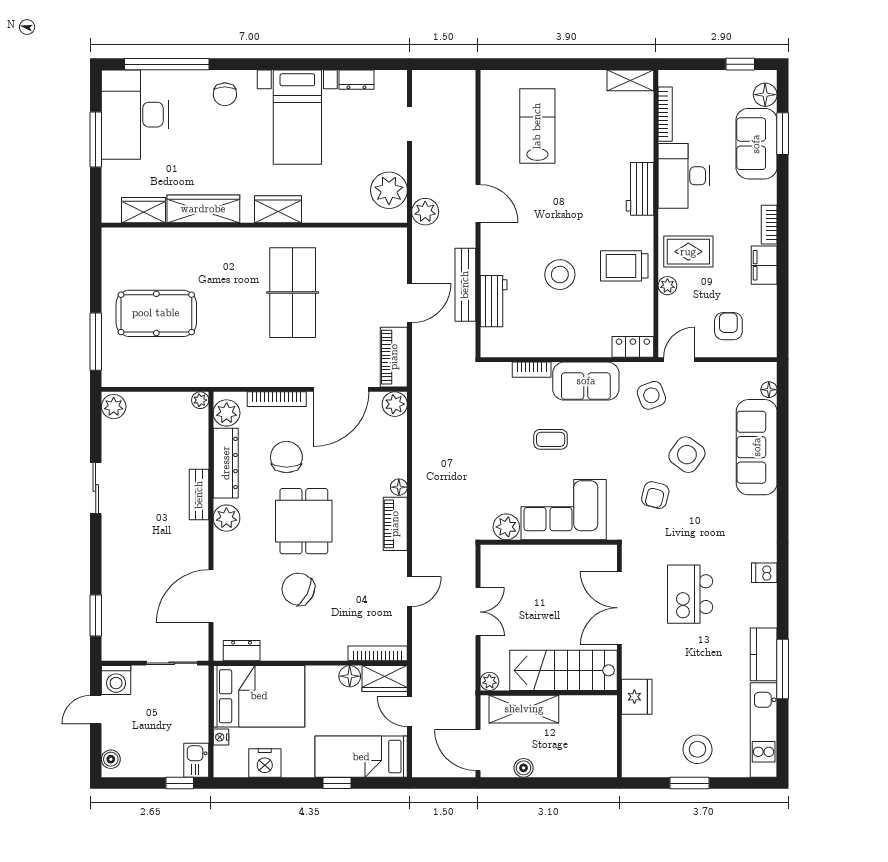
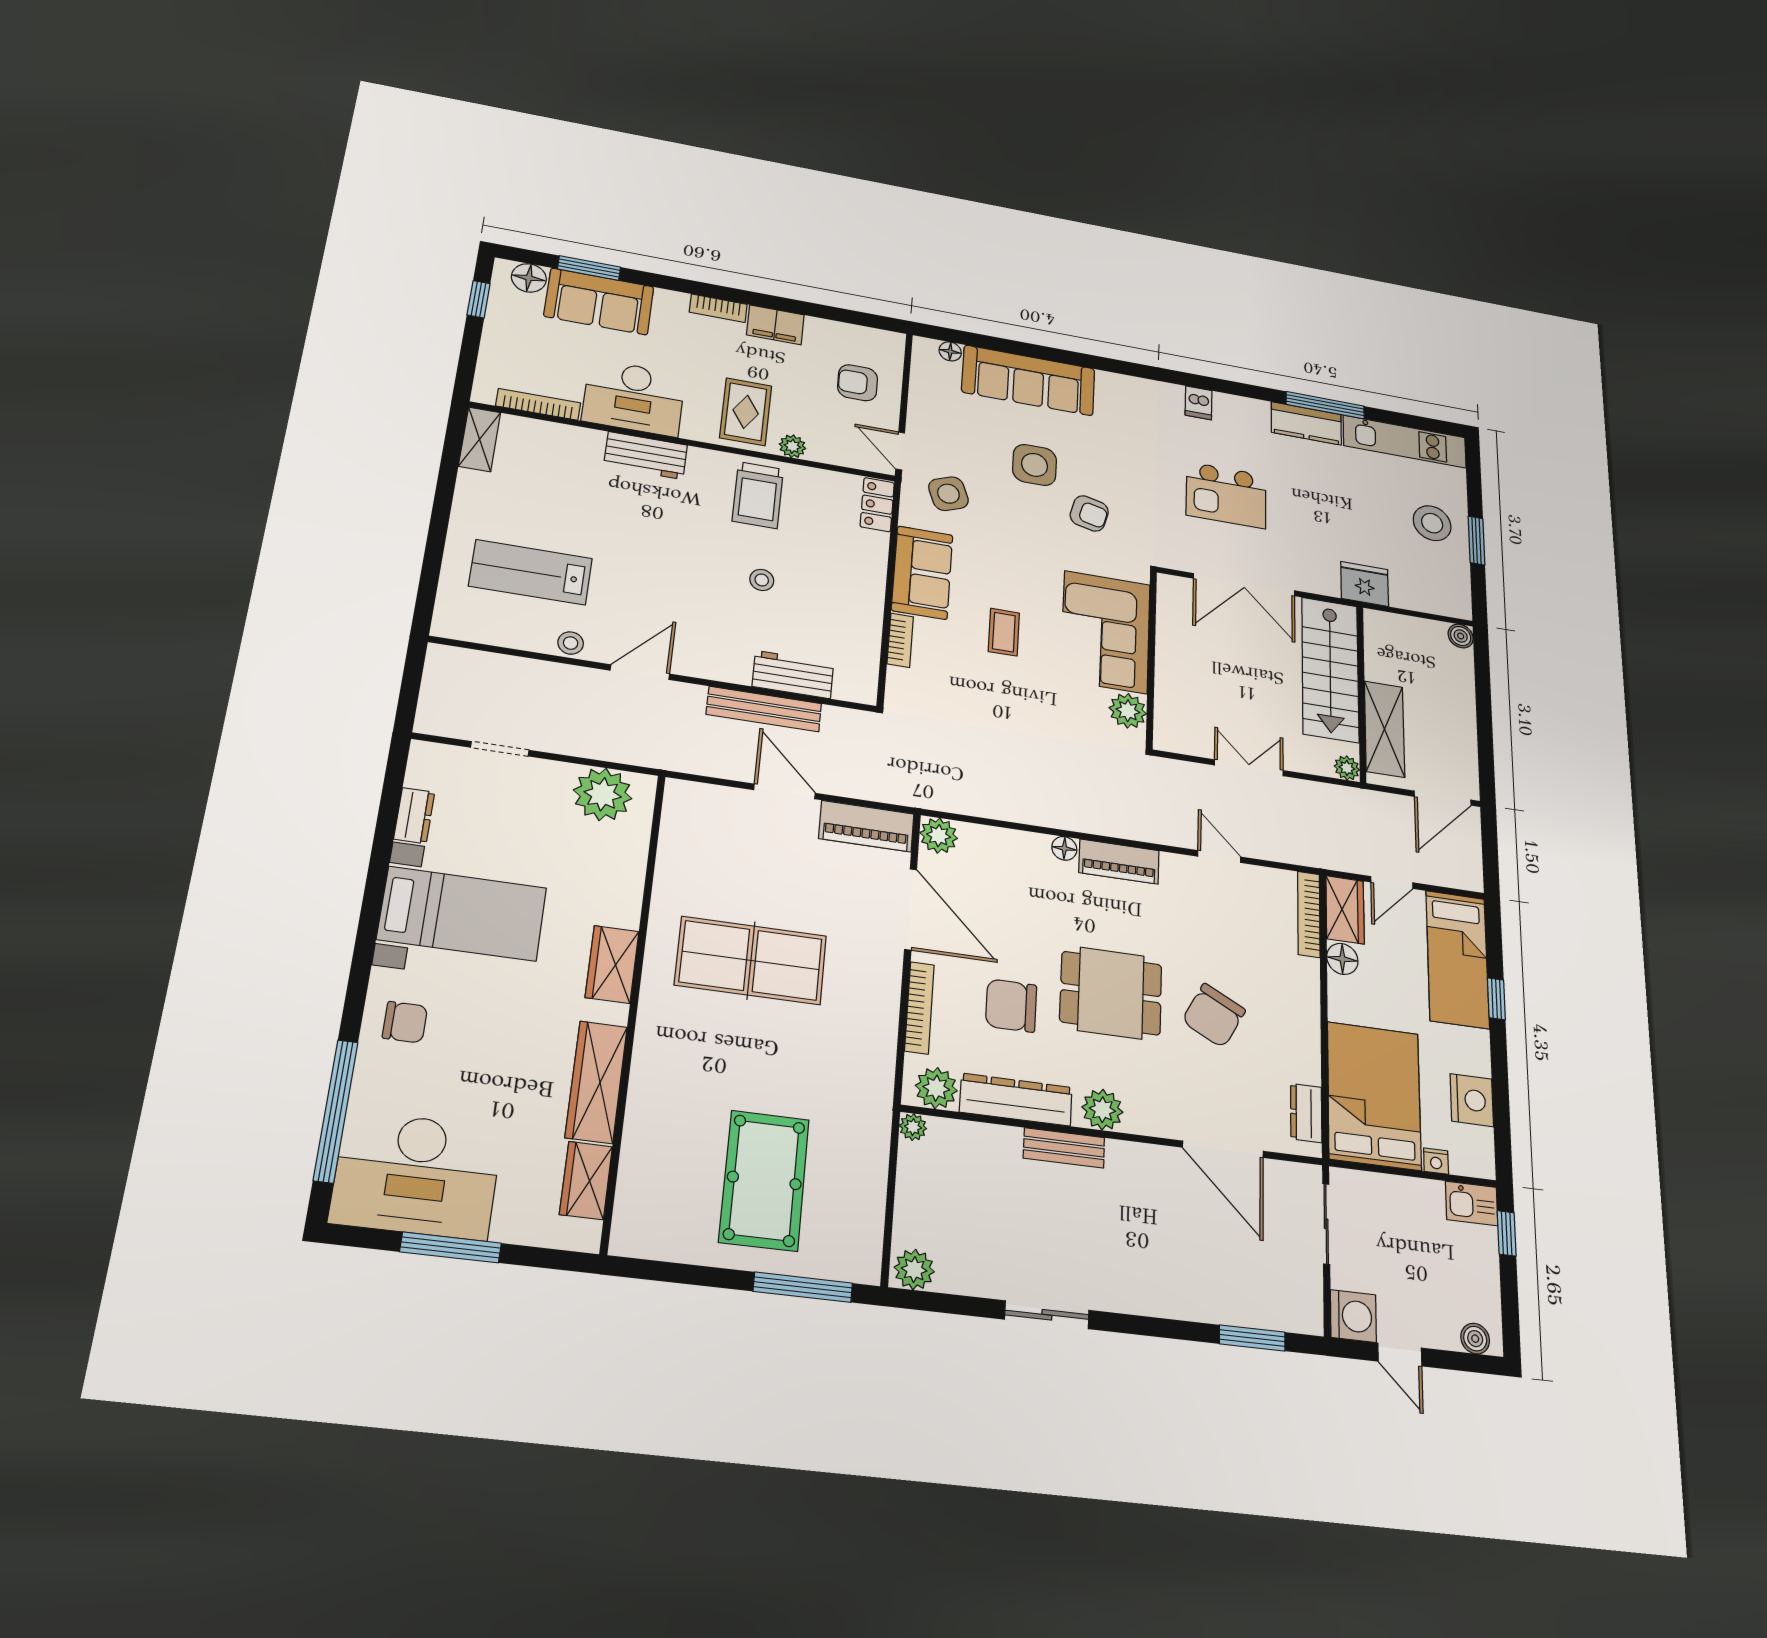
stool: (491, 158) -> (571, 643), added
plant: (425, 212) -> (644, 748), removed
stool: (560, 275) -> (762, 580), width x0.53, depth x0.53
side table: (687, 455) -> (1035, 465), turned -36
boiler: (524, 768) -> (1461, 636), moved

